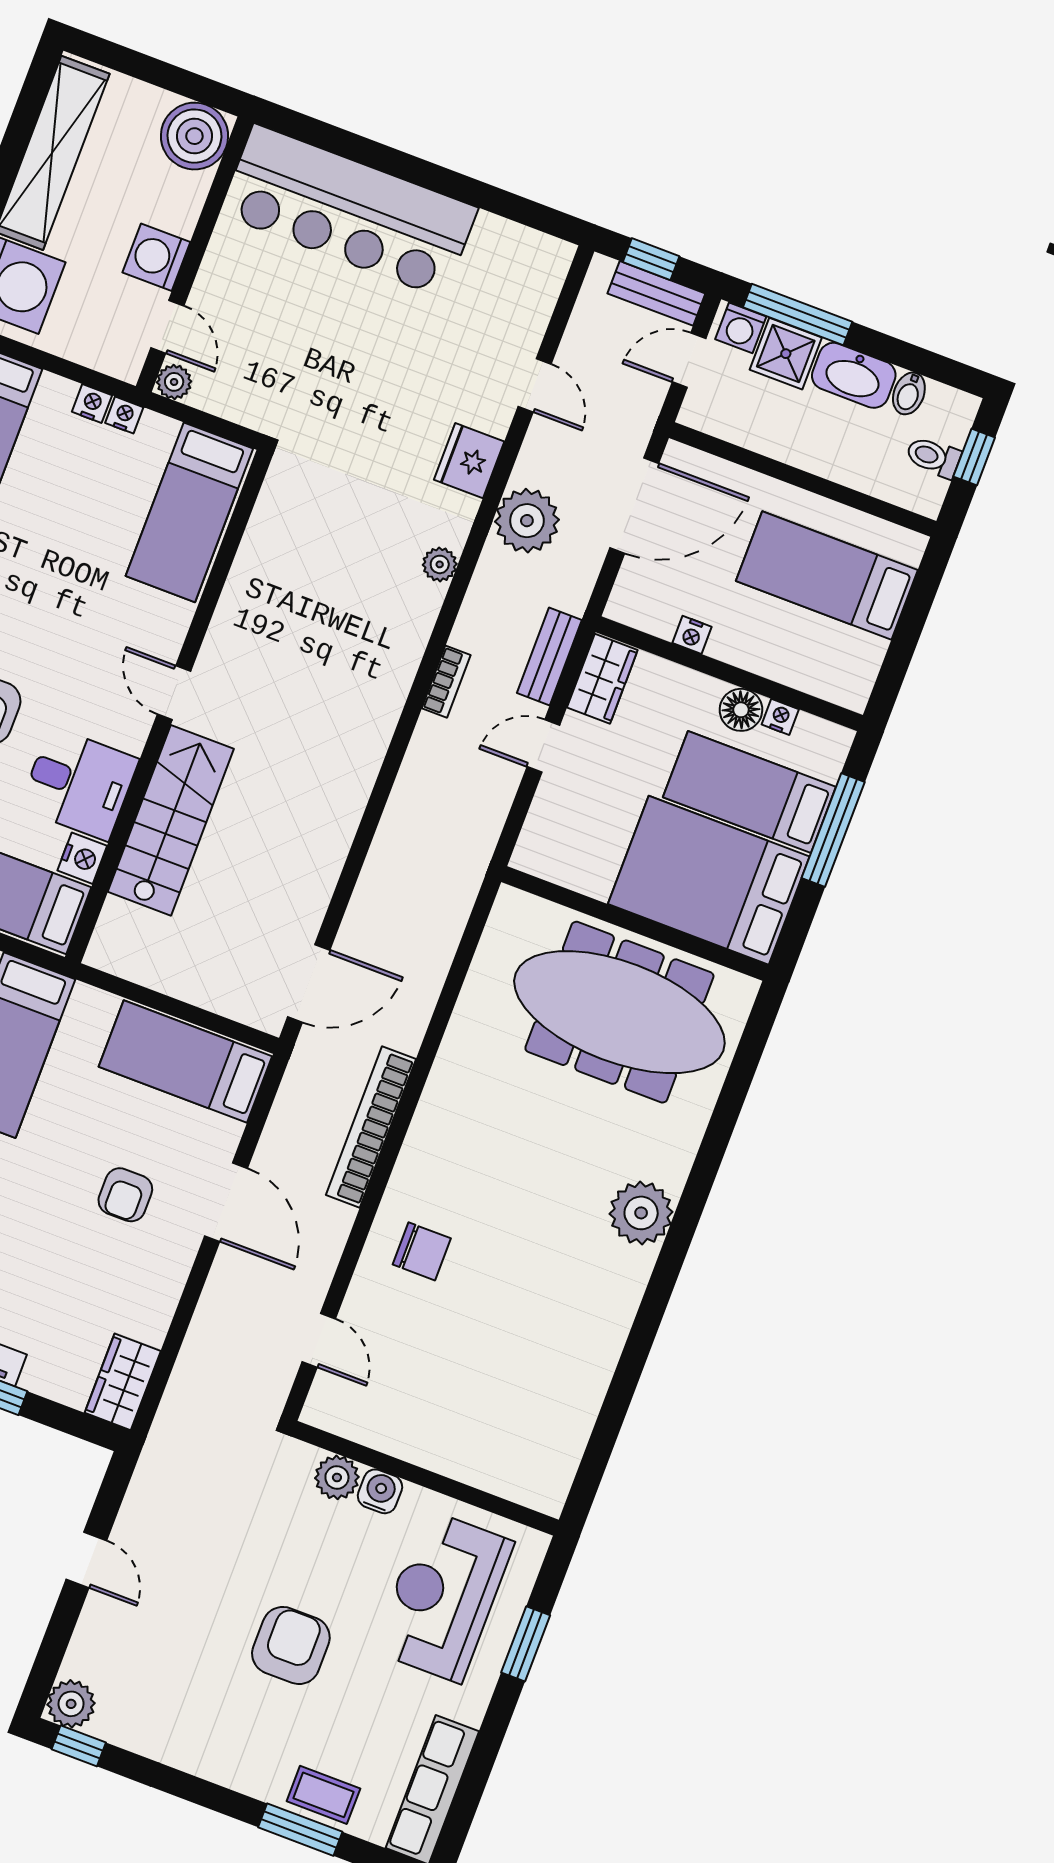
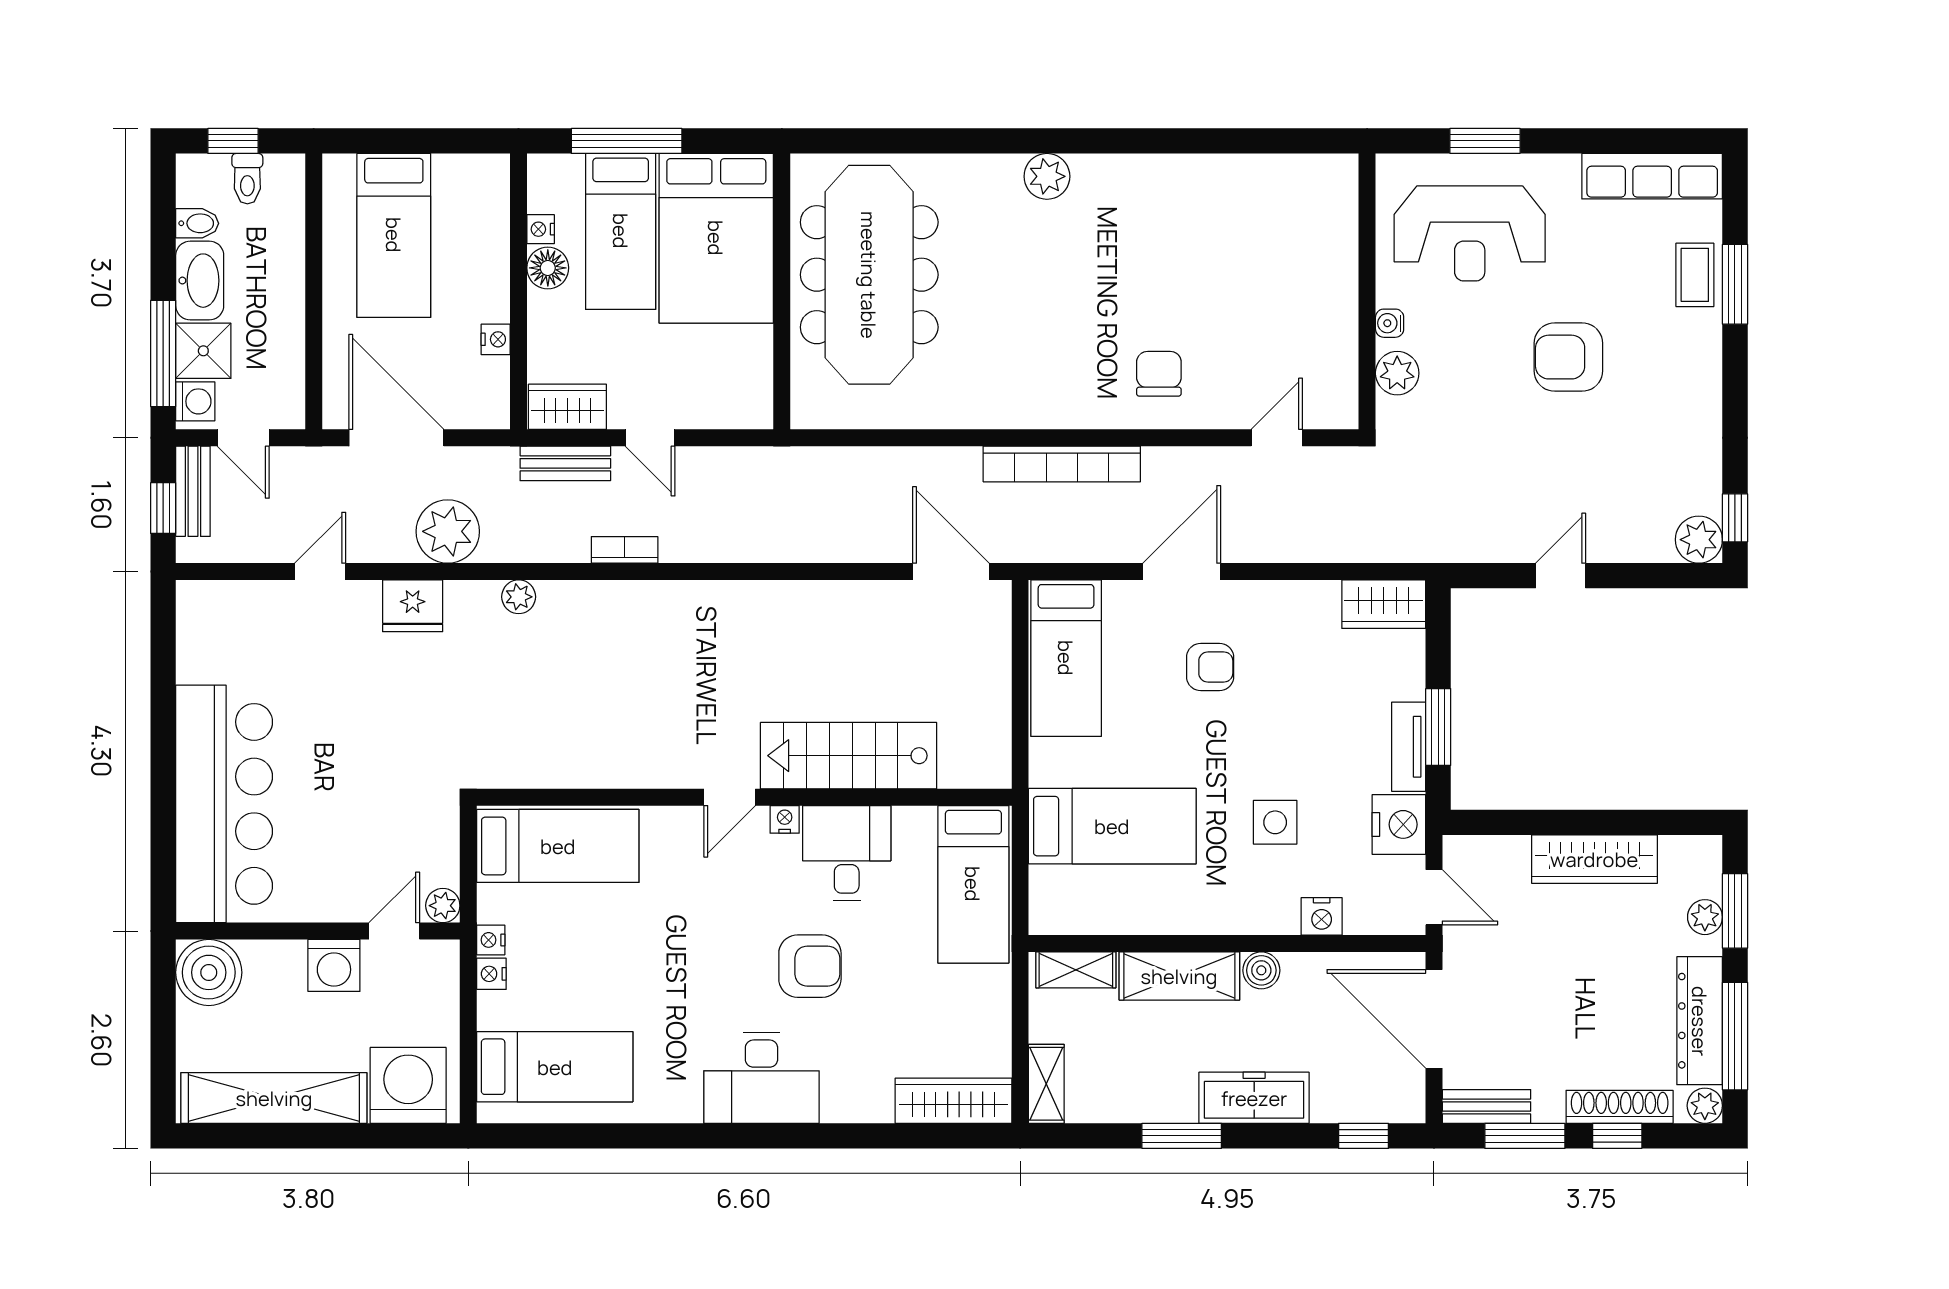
nightstand: (82, 858) -> (785, 819), moved, width x0.72, depth x0.74
plant: (641, 1213) -> (1047, 176), width x0.73, depth x0.73
water cooler: (380, 1491) -> (1390, 323), width x0.72, depth x0.72

